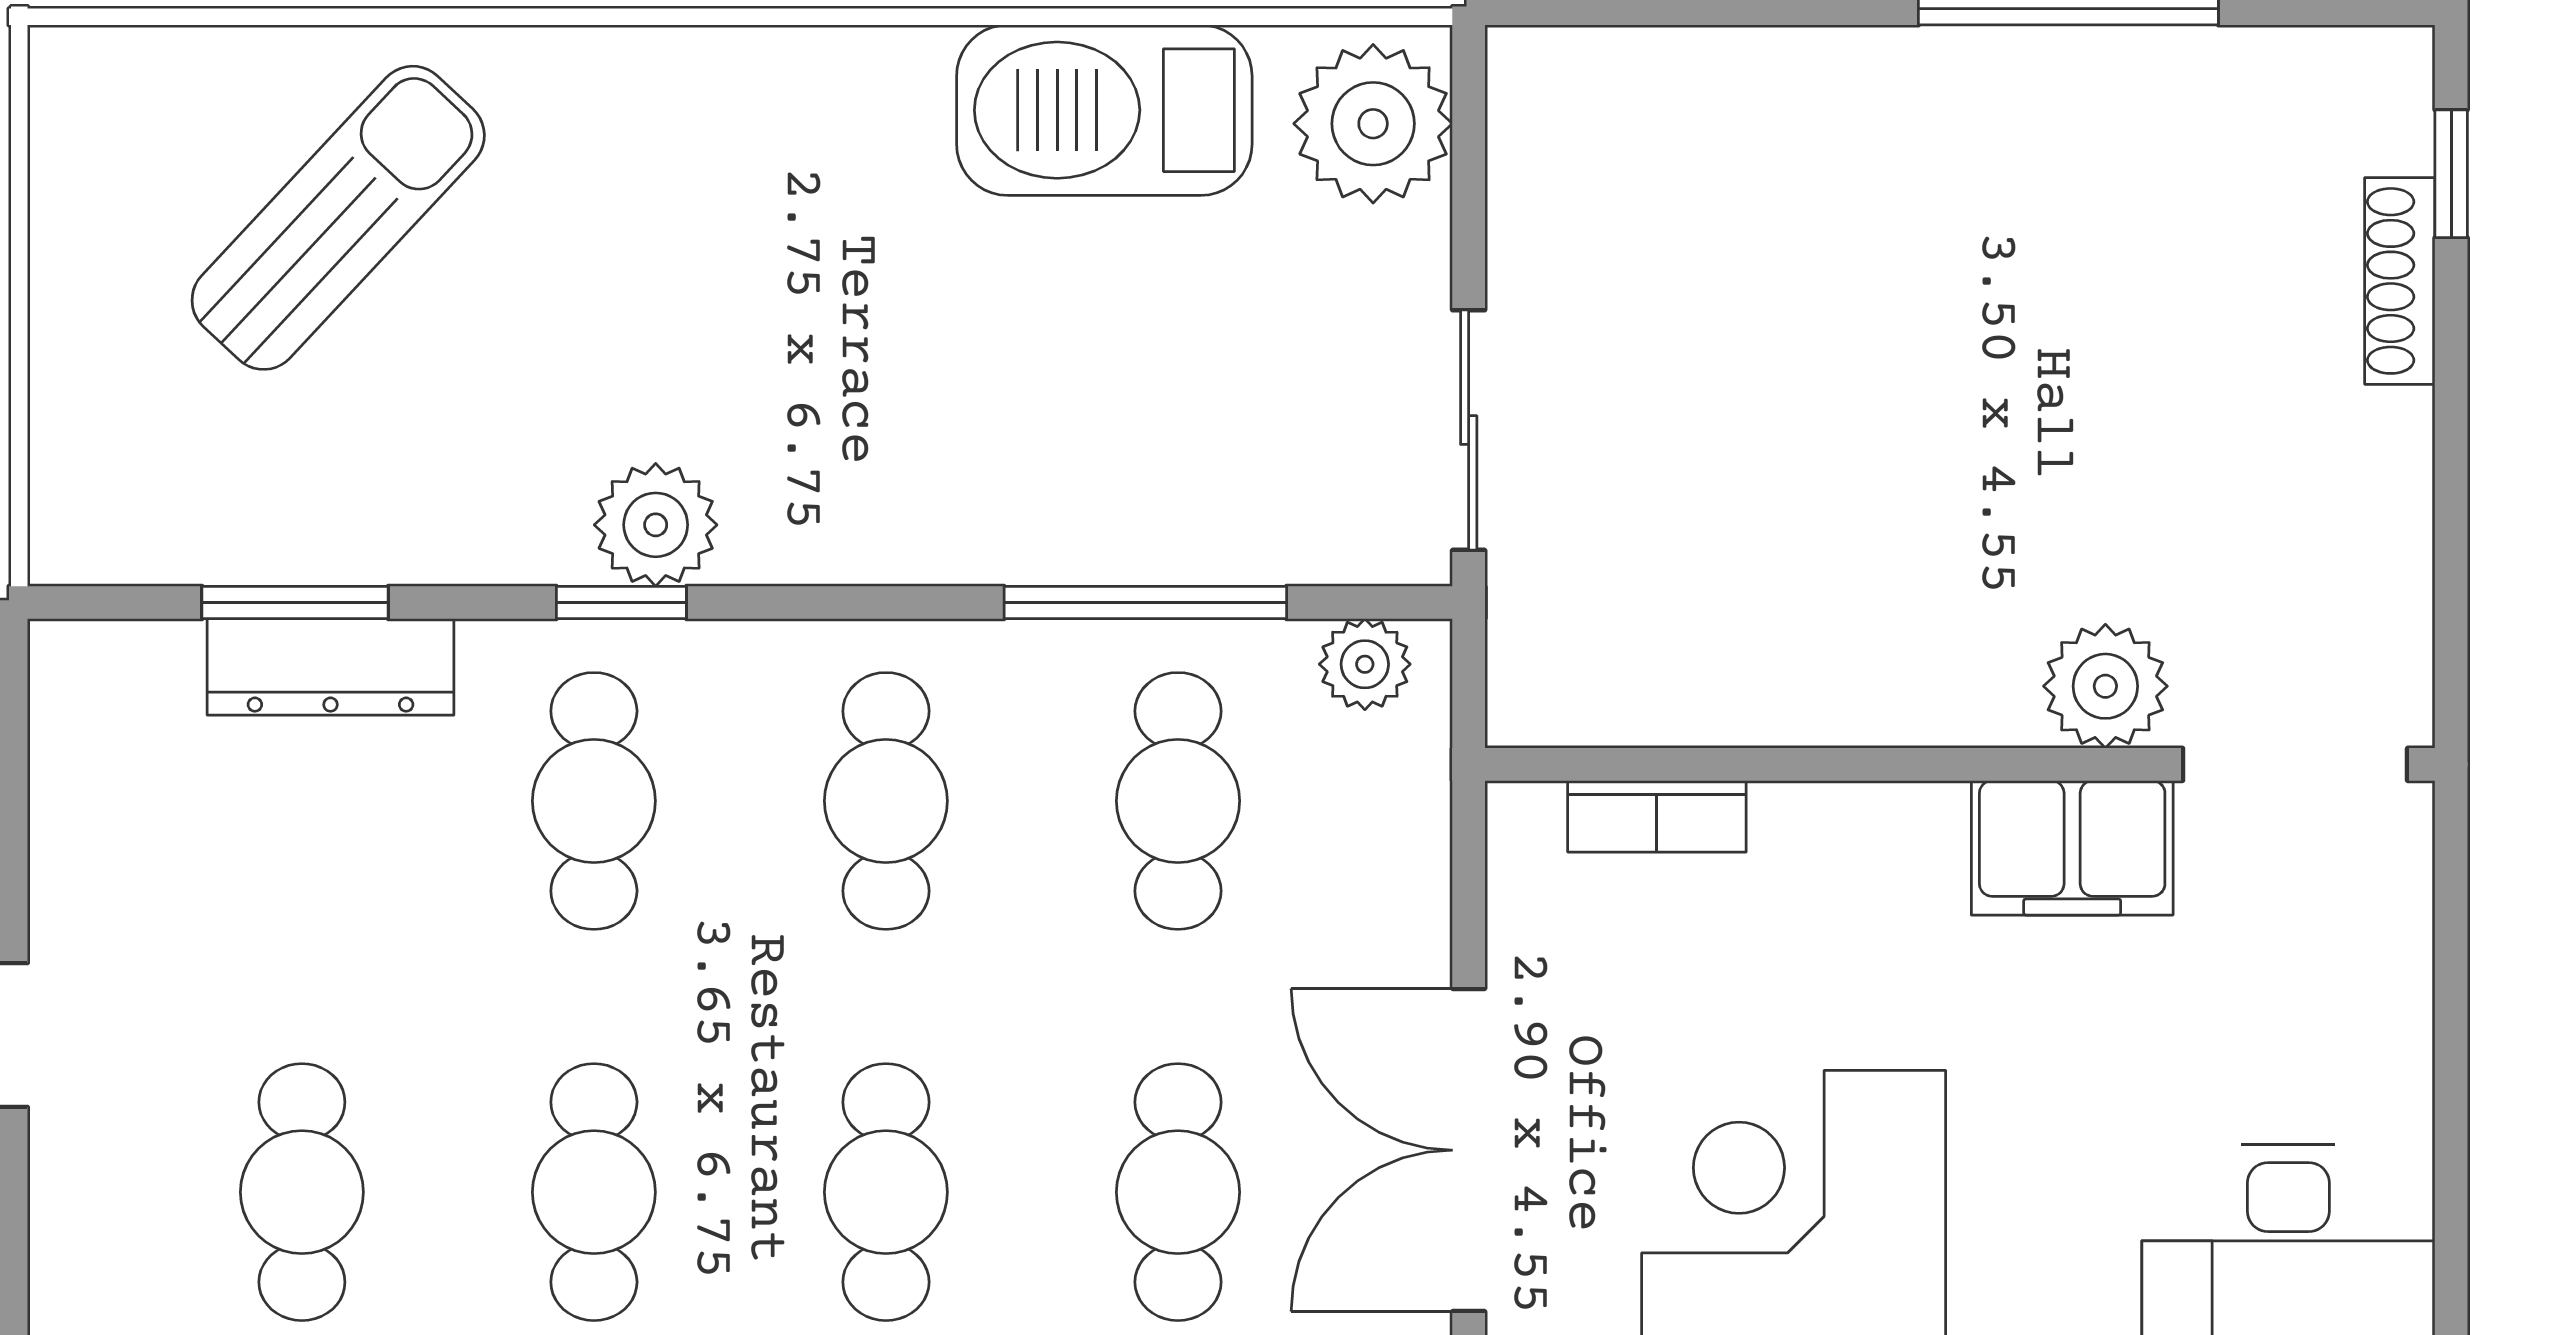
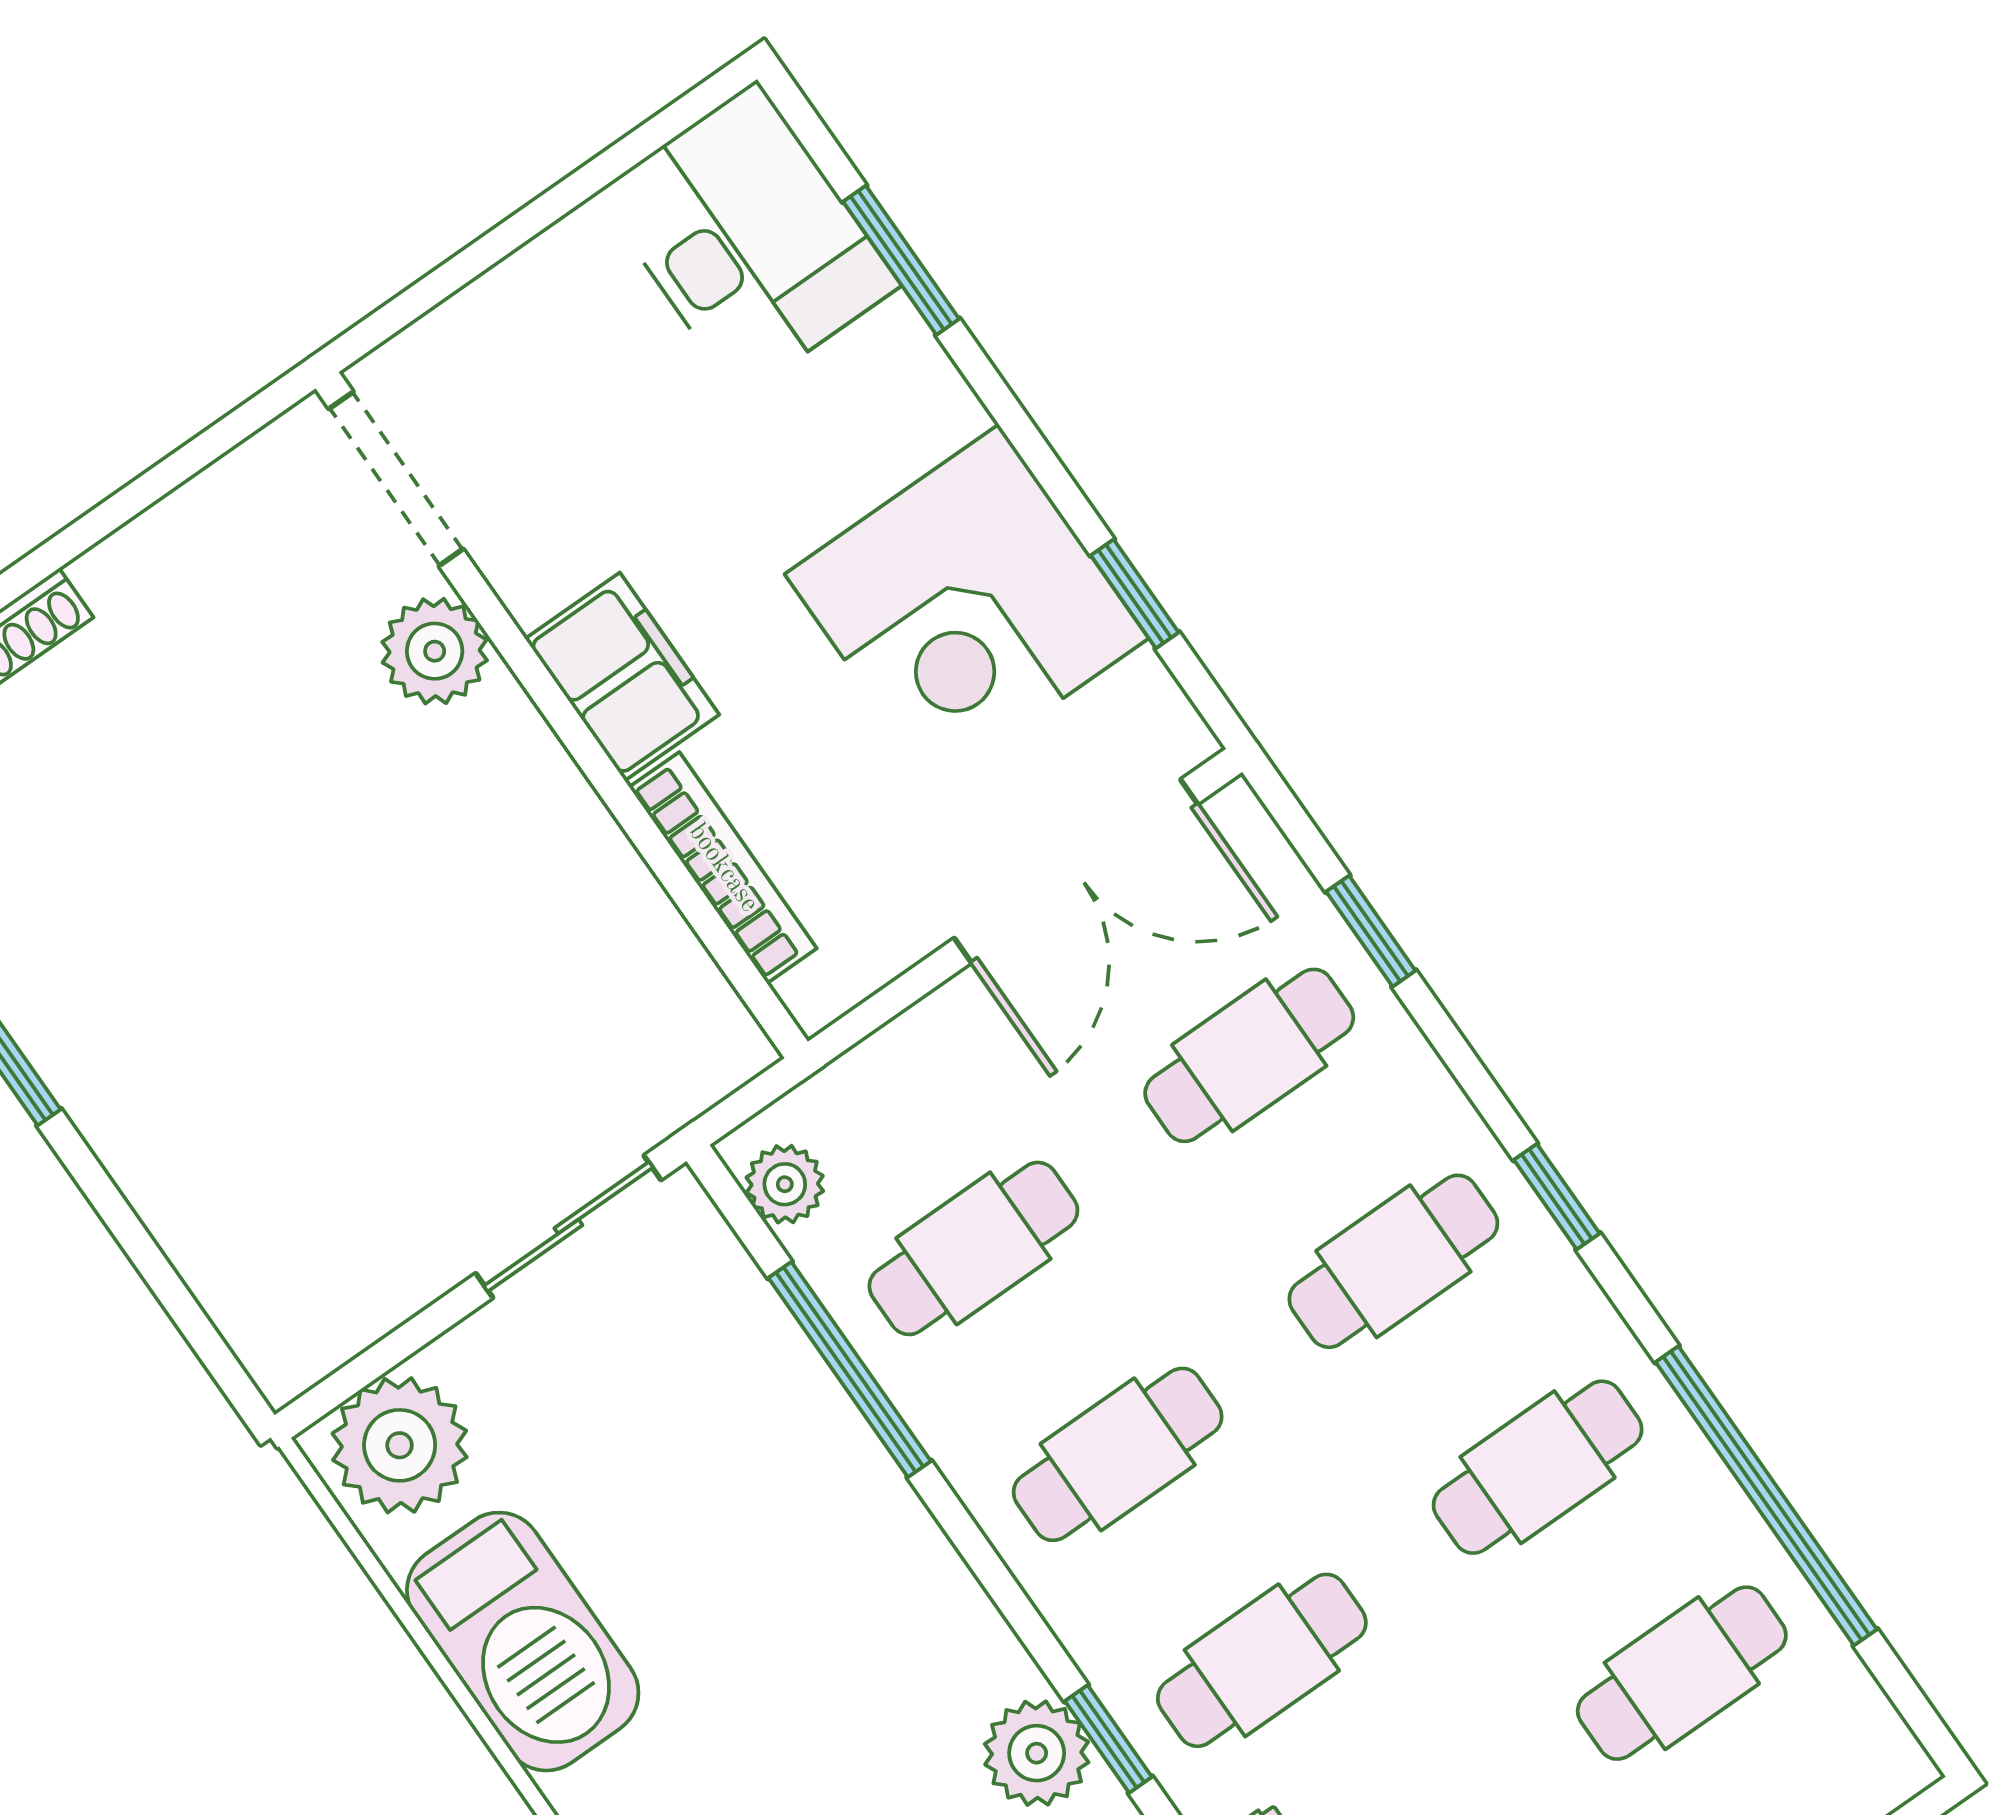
bookcase: (1657, 816) -> (723, 868), width x1.56
filing cabinet: (2072, 848) -> (622, 677), moved

